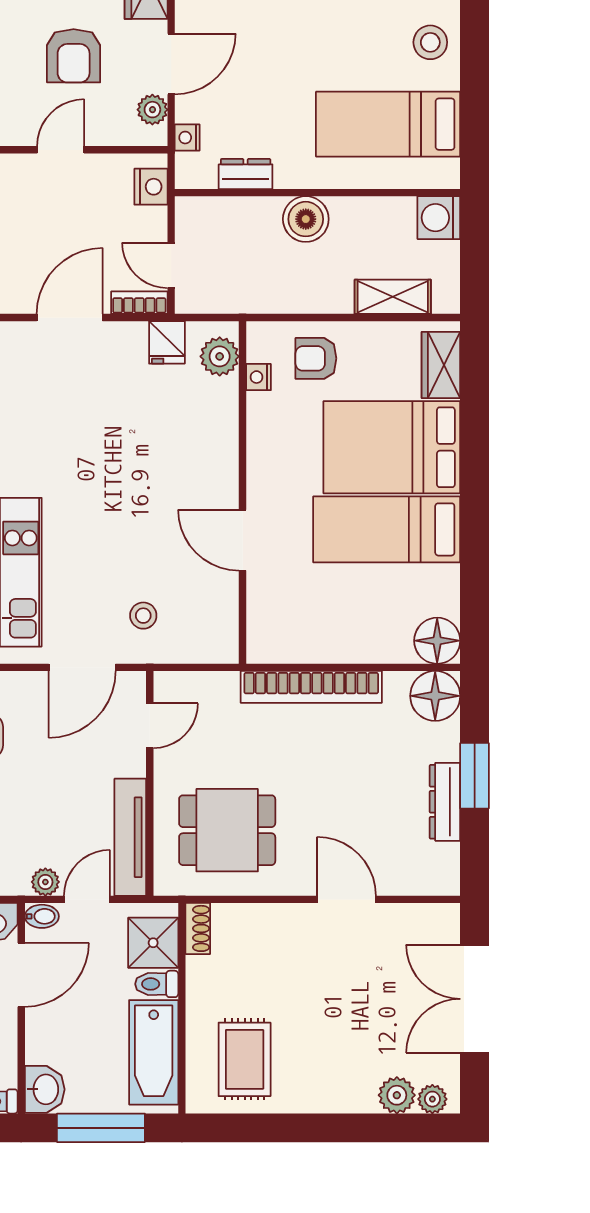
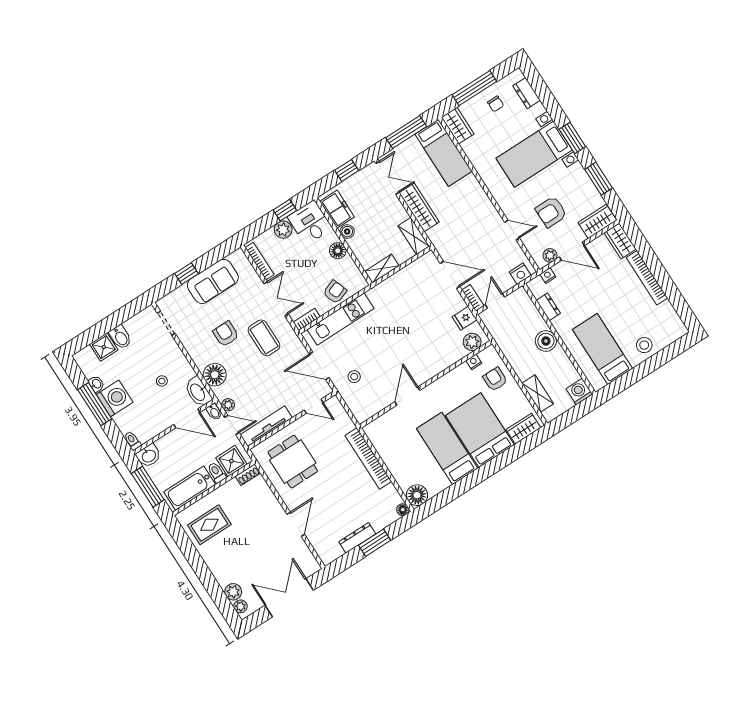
floor lamp: (435, 696) -> (403, 510), width x0.53, depth x0.53

